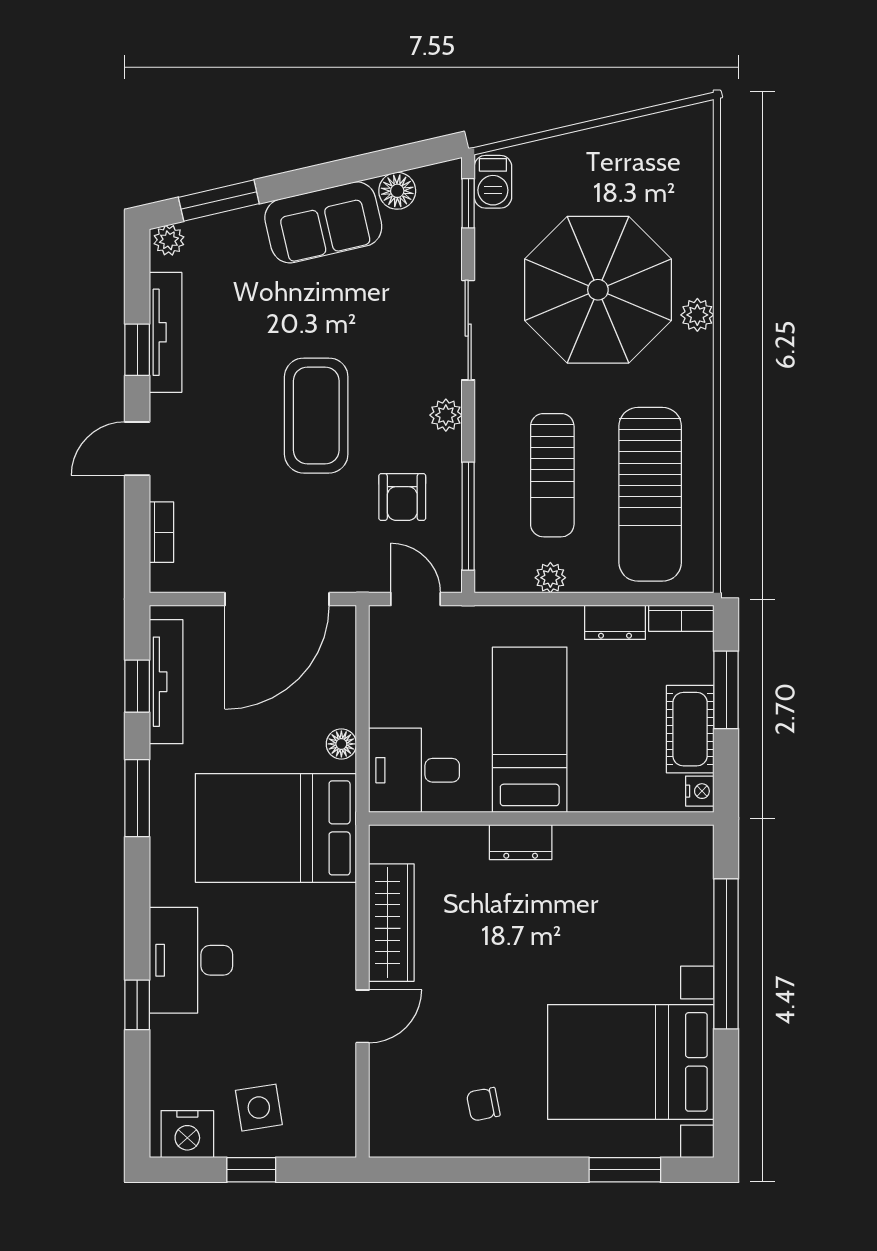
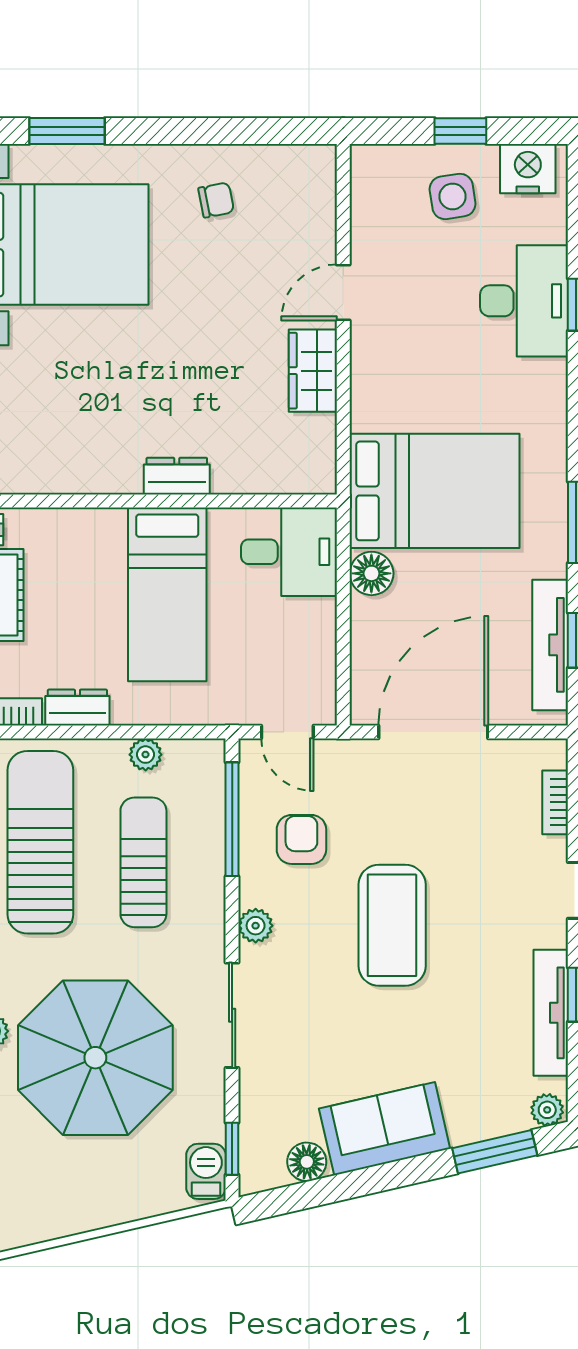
floor lamp: (341, 744) -> (371, 573), width x1.37, depth x1.37
wardrobe: (391, 923) -> (313, 371), width x0.67
desk: (191, 960) -> (524, 301), moved

